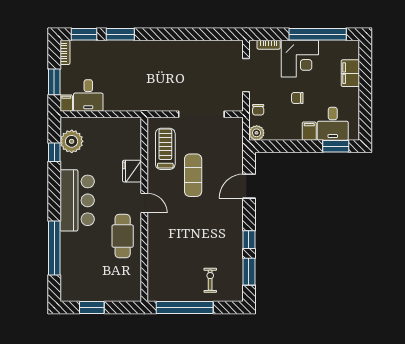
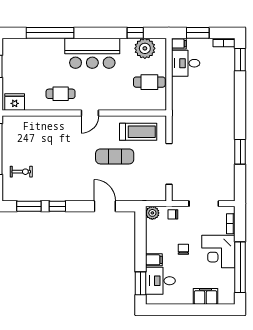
window: (120, 34) -> (240, 152), moved
cafe table: (109, 136) -> (149, 82), added
fridge: (132, 171) -> (15, 102), moved
cafe table: (123, 236) -> (61, 94), width x0.73, depth x0.74

